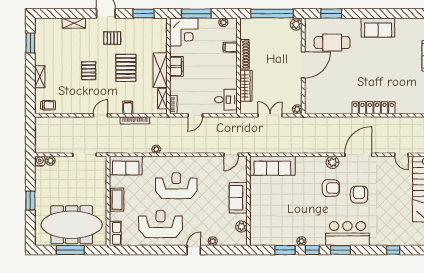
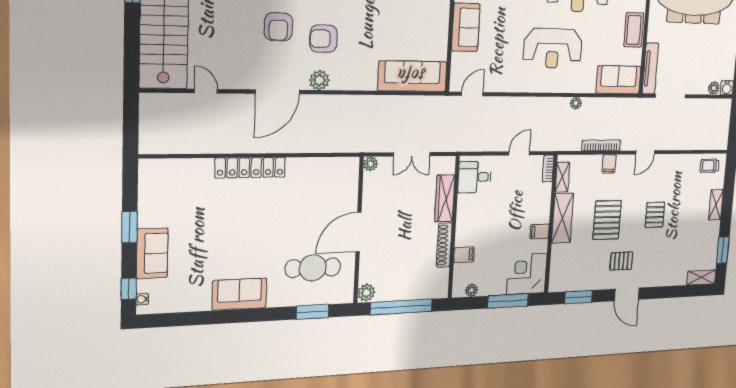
shelving: (74, 23) -> (701, 277), moved
filing cabinet: (176, 66) -> (540, 231), width x0.50
tv unit: (102, 174) -> (650, 68), added

